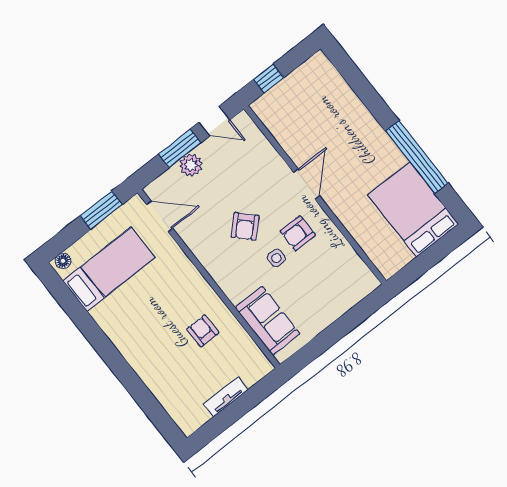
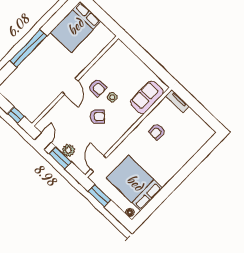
window: (417, 157) -> (28, 48), moved
door: (307, 184) -> (70, 86), swing flipped
bed: (109, 269) -> (135, 183), width x1.50
tv unit: (226, 397) -> (177, 101), moved

